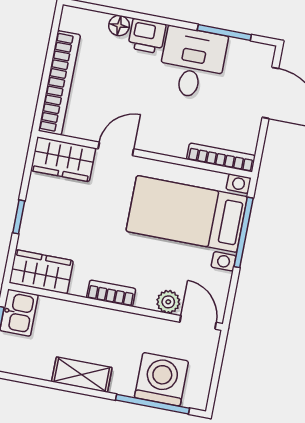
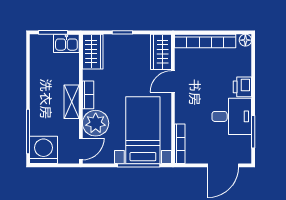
floor lamp: (119, 26) -> (245, 40), moved
door: (116, 149) -> (173, 81), swing flipped
plant: (168, 302) -> (96, 123), width x1.87, depth x1.87
shelving: (82, 375) -> (72, 102), moved
washing machine: (161, 379) -> (43, 150), moved, turned -90

